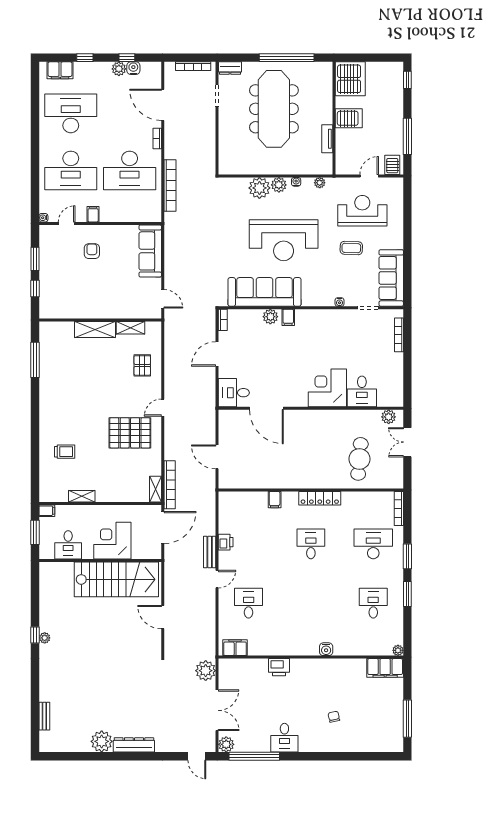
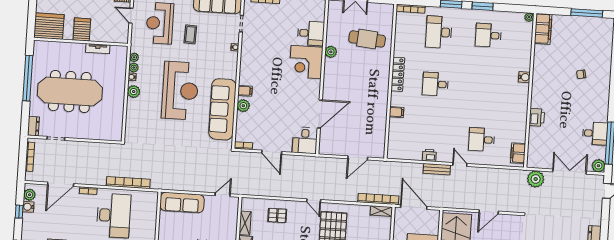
plant: (119, 69) -> (30, 195), moved
plant: (259, 188) -> (134, 68), moved, width x0.53, depth x0.53
plant: (389, 417) -> (331, 52), moved
desk: (284, 738) -> (595, 133), moved

